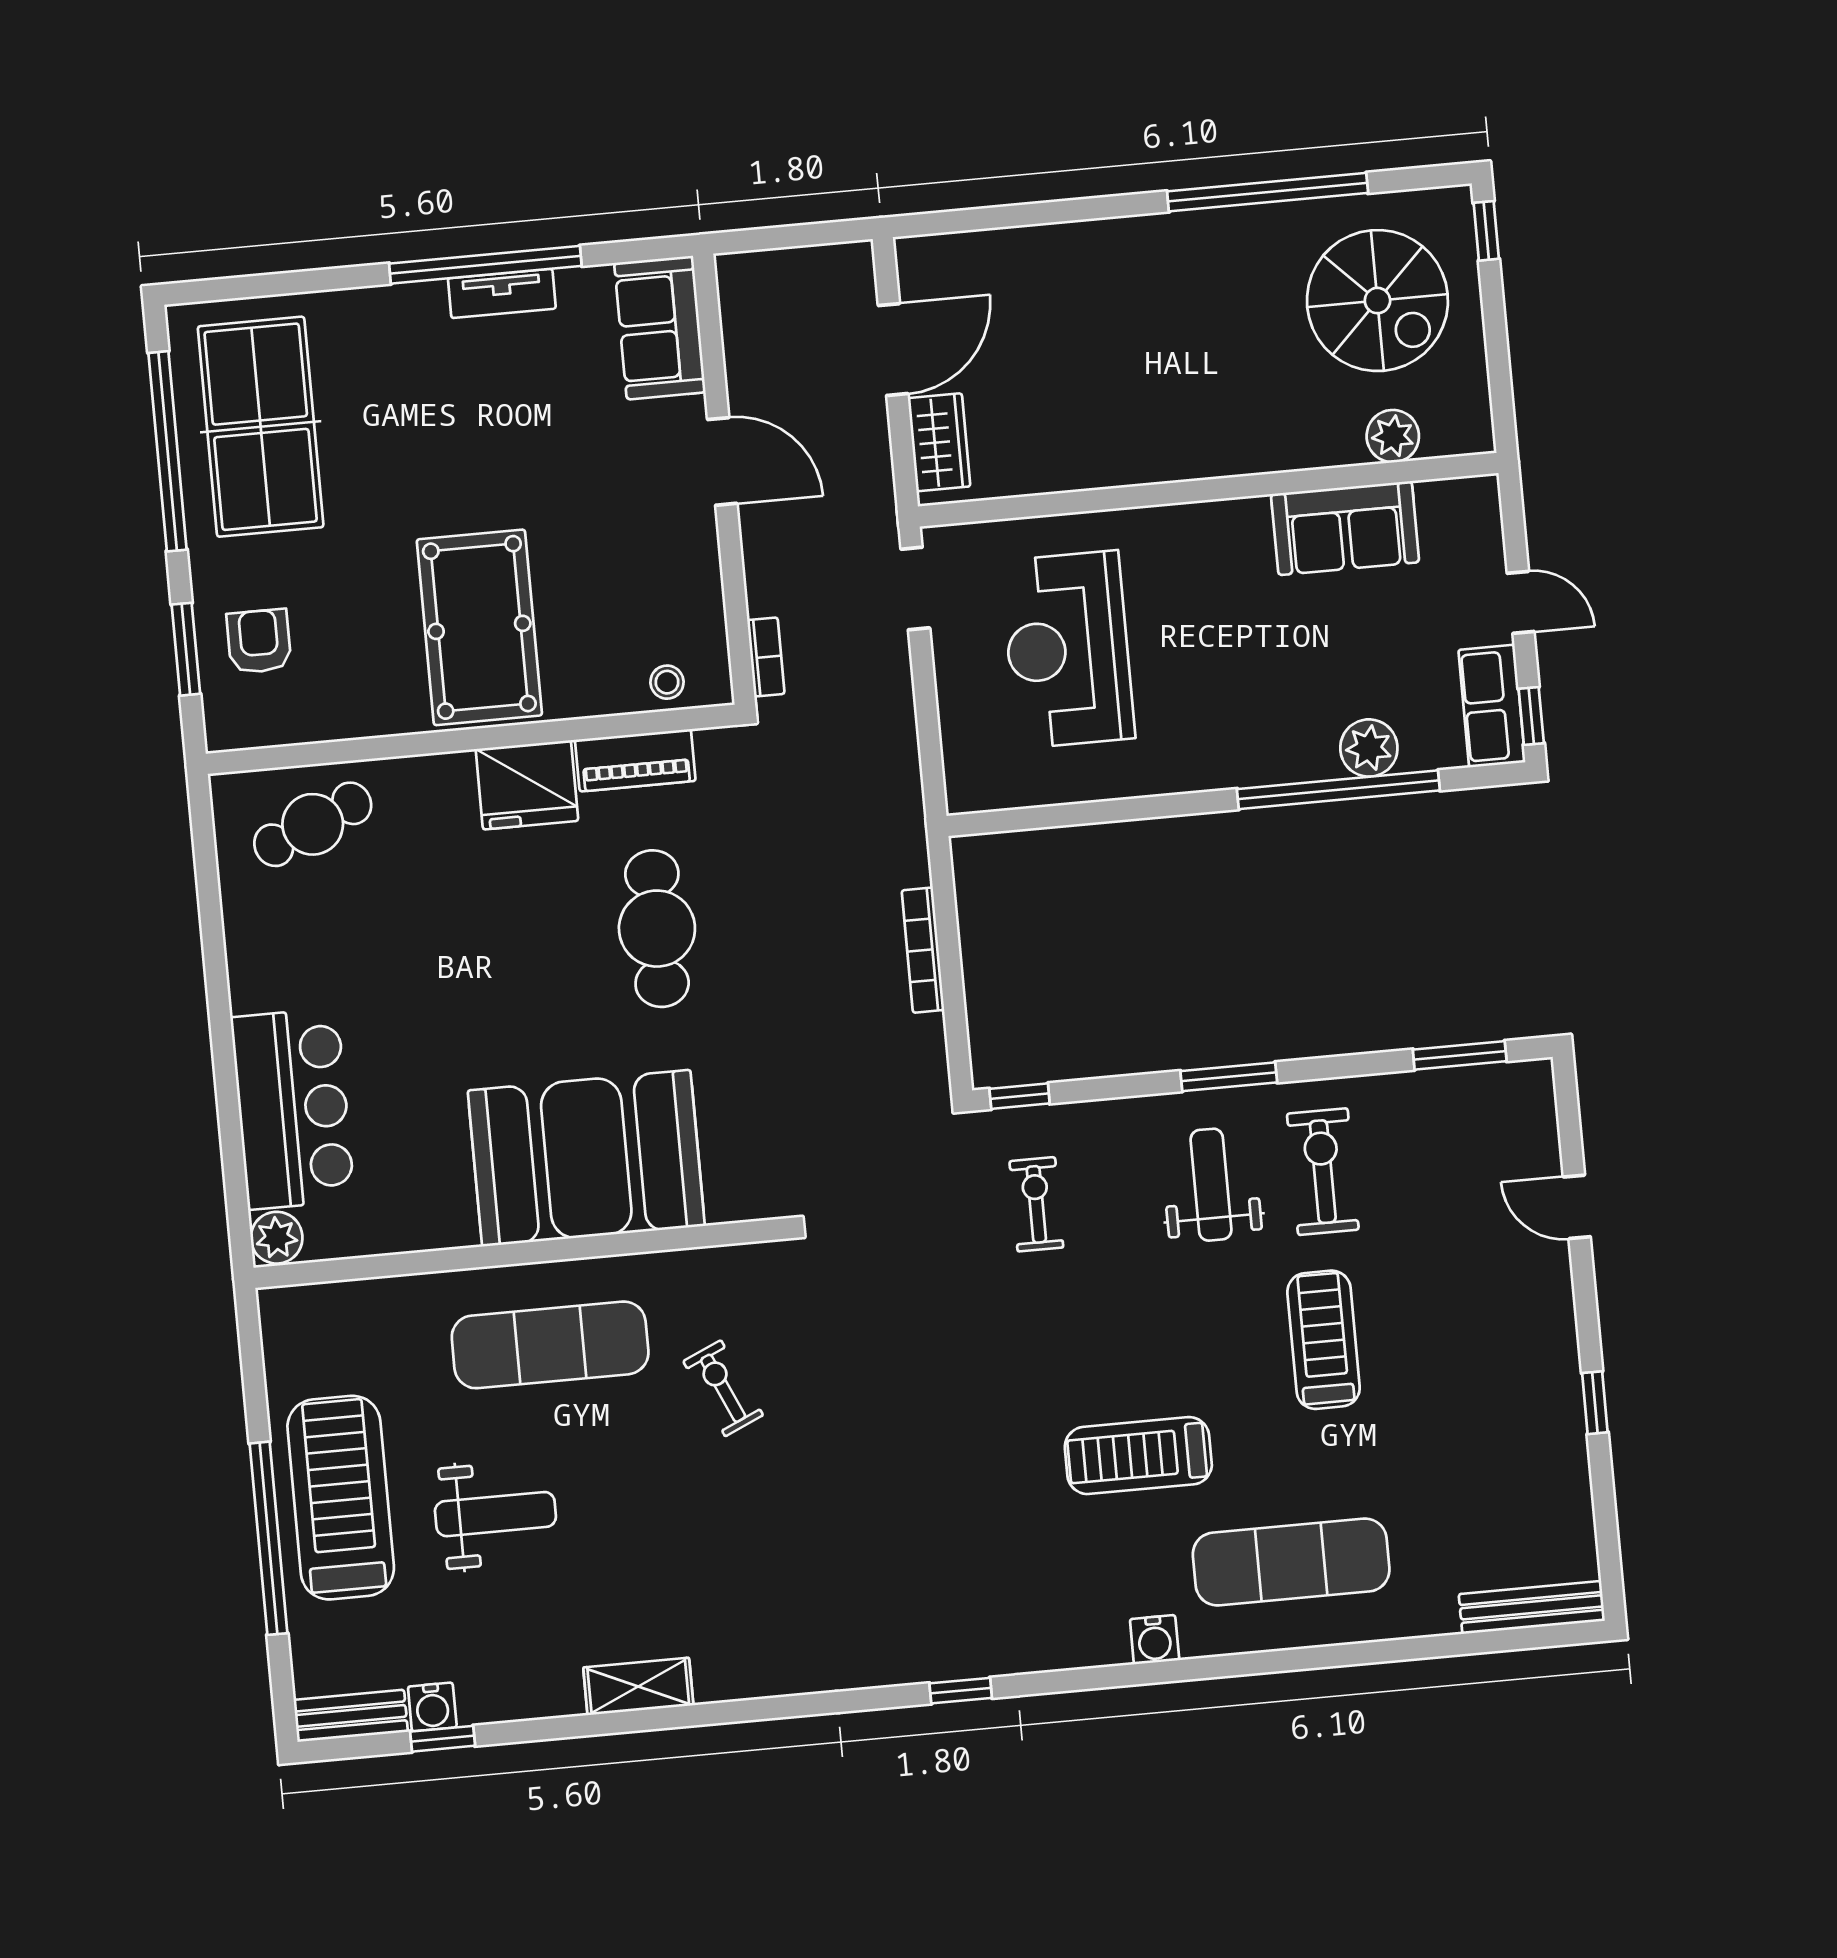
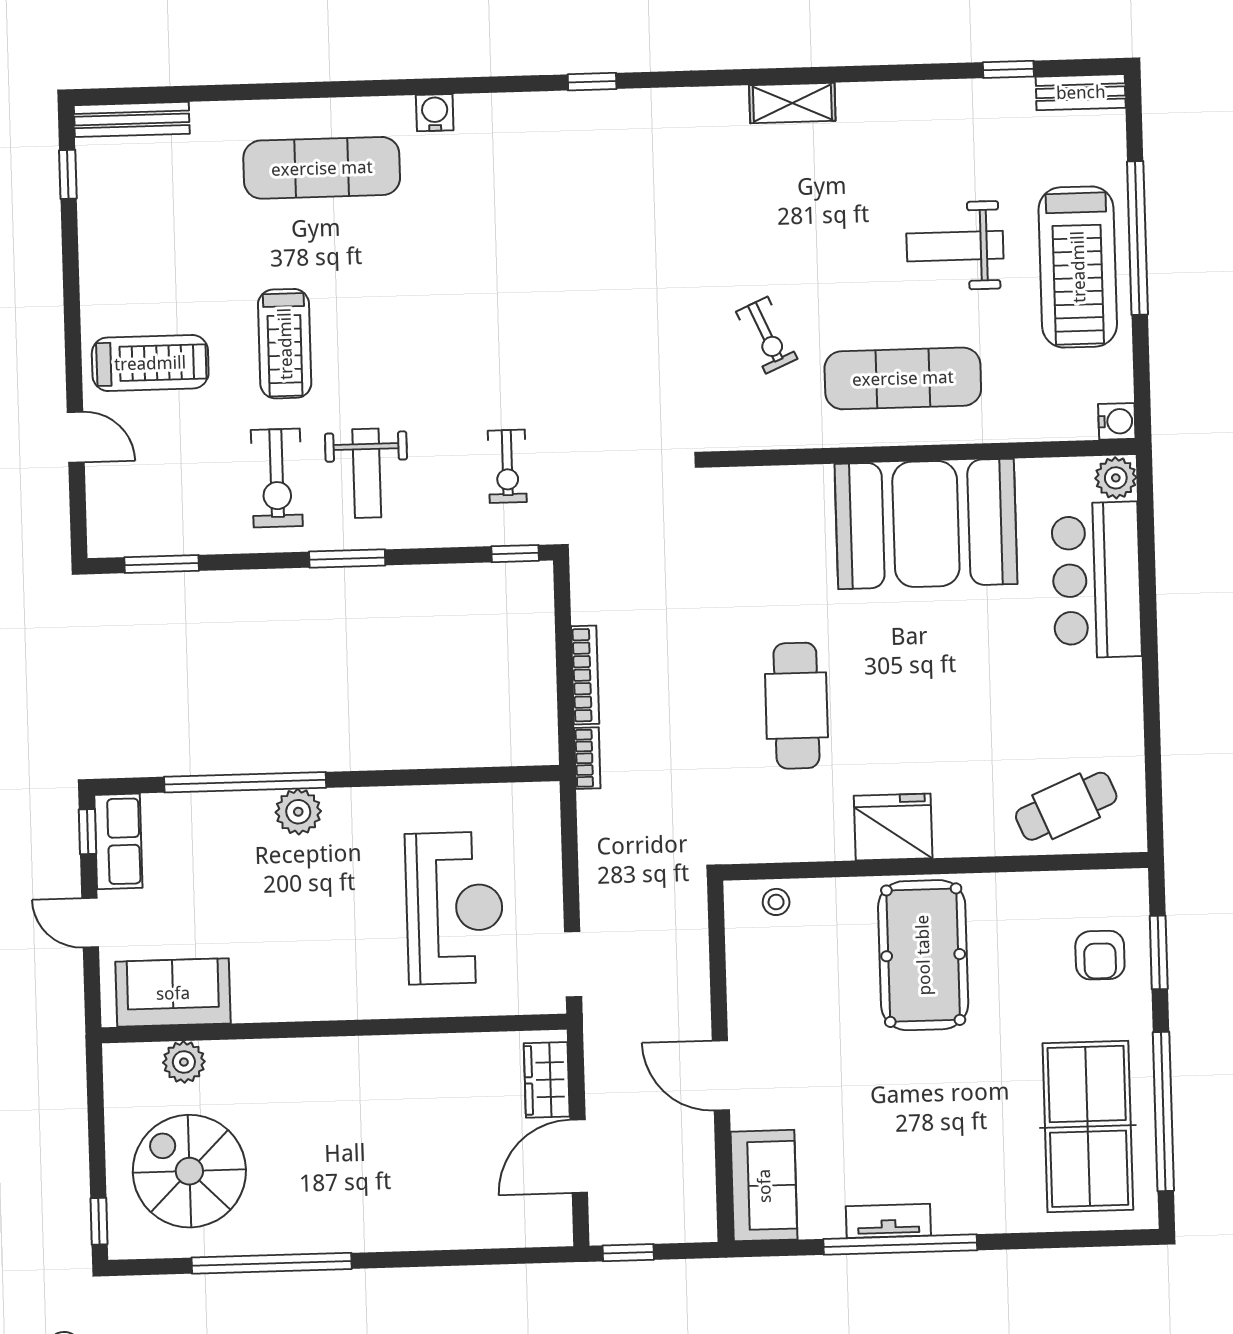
window: (824, 233) -> (628, 1253), added
sofa: (1345, 528) -> (173, 993), moved
bookcase: (766, 657) -> (587, 758), moved, turned 180
plant: (1369, 748) -> (298, 812), moved
piano: (635, 760) -> (805, 841), removed
booth: (586, 1158) -> (926, 524), moved
window: (1595, 1403) -> (68, 174), moved
treadmill: (1138, 1456) -> (150, 363), moved
shelving: (638, 1686) -> (792, 103), moved
water cooler: (432, 1707) -> (1117, 421), moved, turned 90

